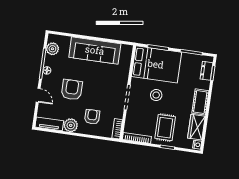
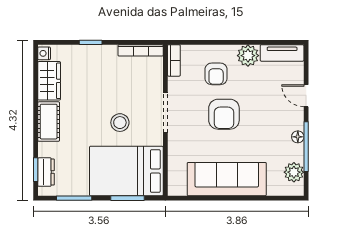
armchair: (72, 90) -> (224, 114), moved
rug: (165, 128) -> (98, 73), removed

